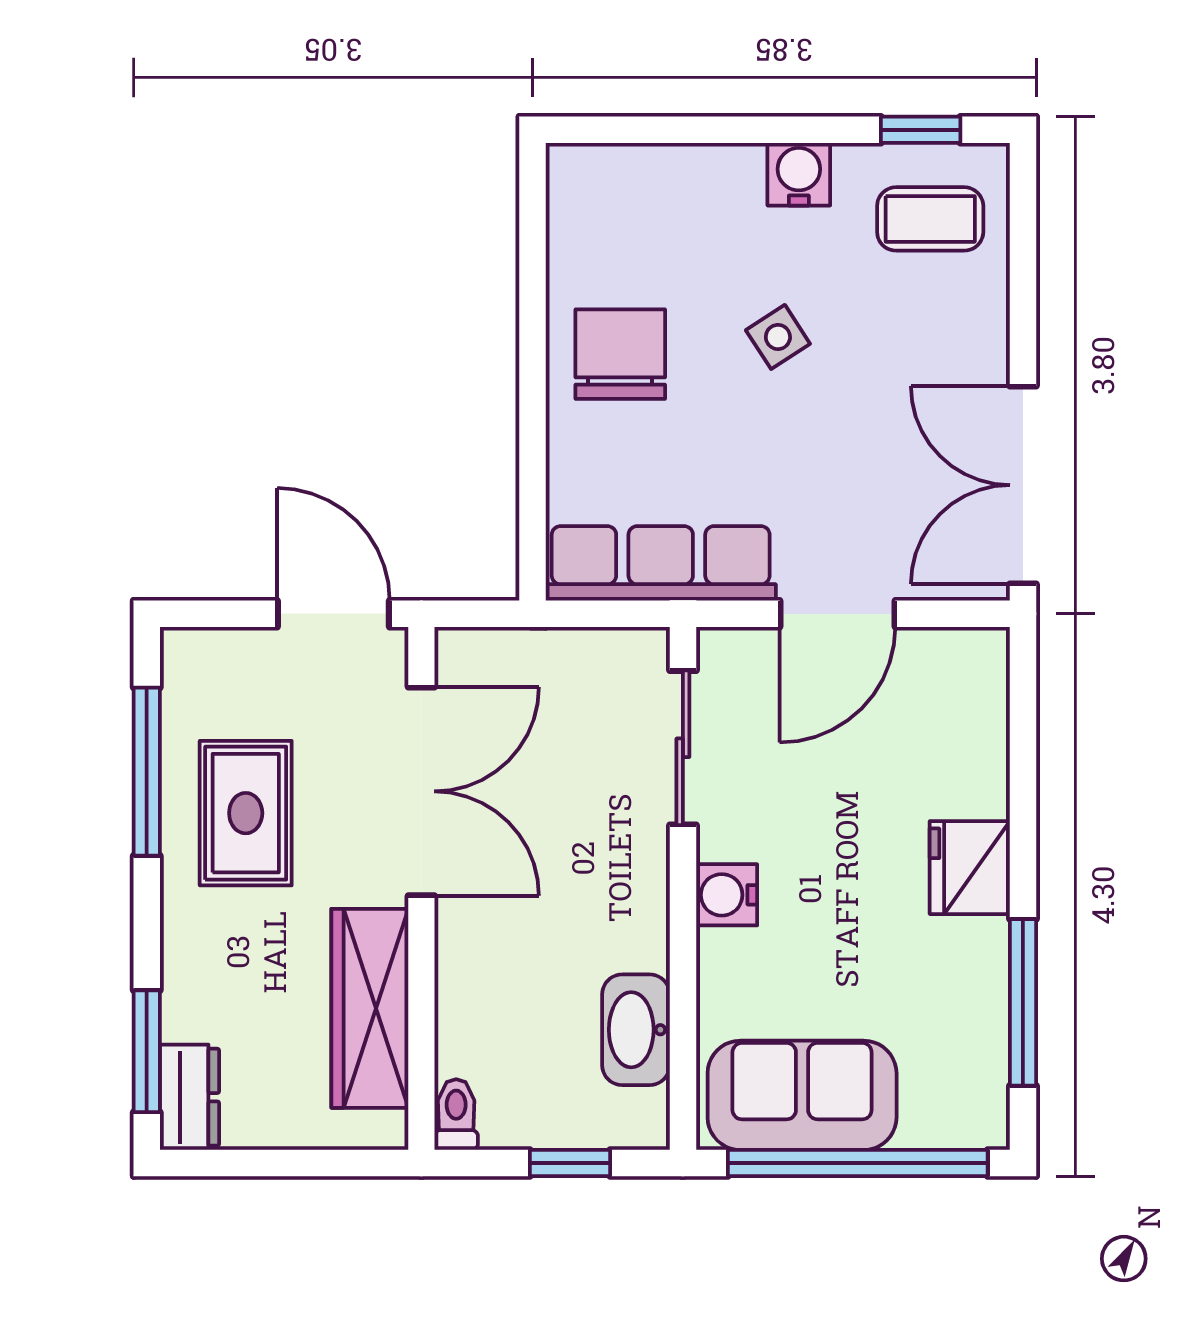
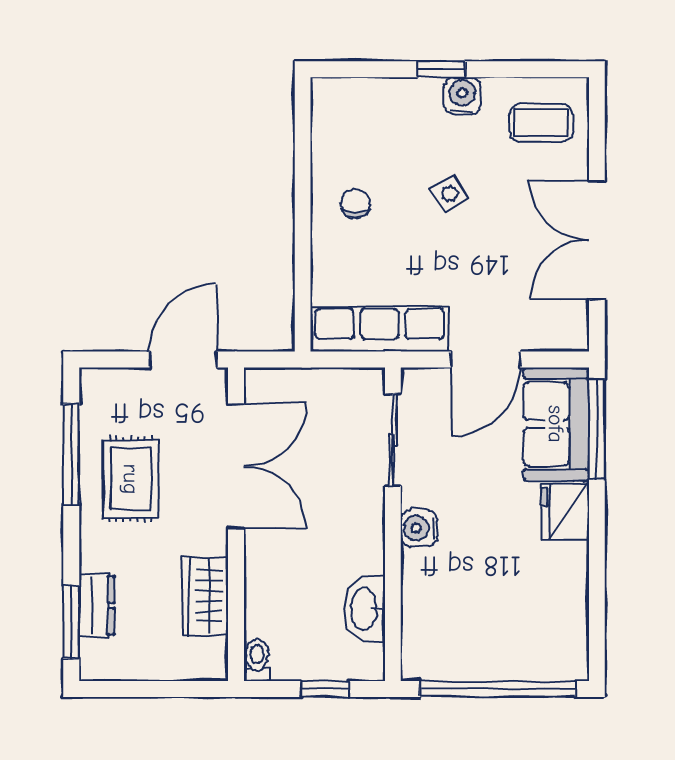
window: (921, 130) -> (441, 69), moved
chair: (620, 354) -> (355, 204), width x0.54, depth x0.54
double door: (1023, 485) -> (597, 240), moved
door: (333, 614) -> (183, 359), hinge flipped
window: (1023, 1002) -> (597, 429), moved
wardrobe: (370, 1008) -> (205, 596), width x0.67
sofa: (802, 1095) -> (556, 424), moved, turned -90
dresser: (189, 1097) -> (97, 605), moved

